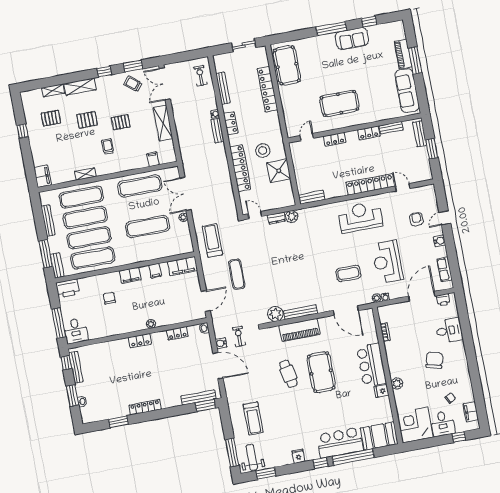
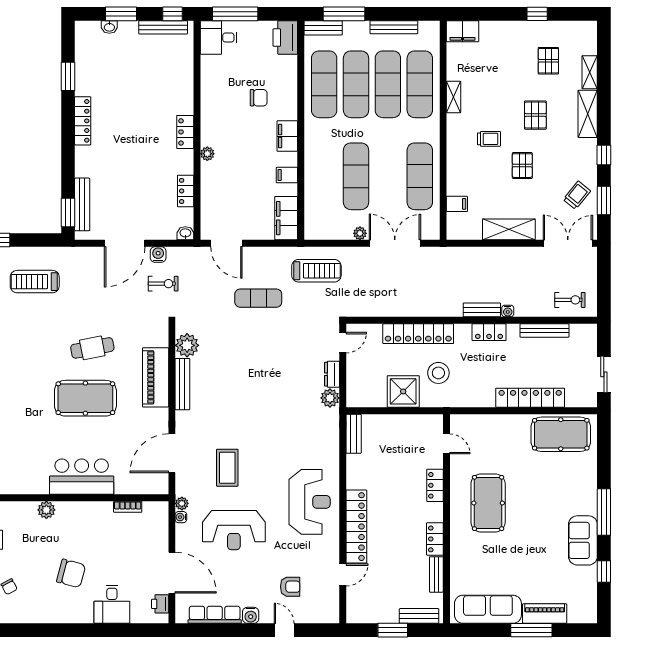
reception desk: (387, 262) -> (234, 530), turned 180
row of seats: (444, 269) -> (215, 615), width x1.48
fridge: (381, 391) -> (40, 484), removed

